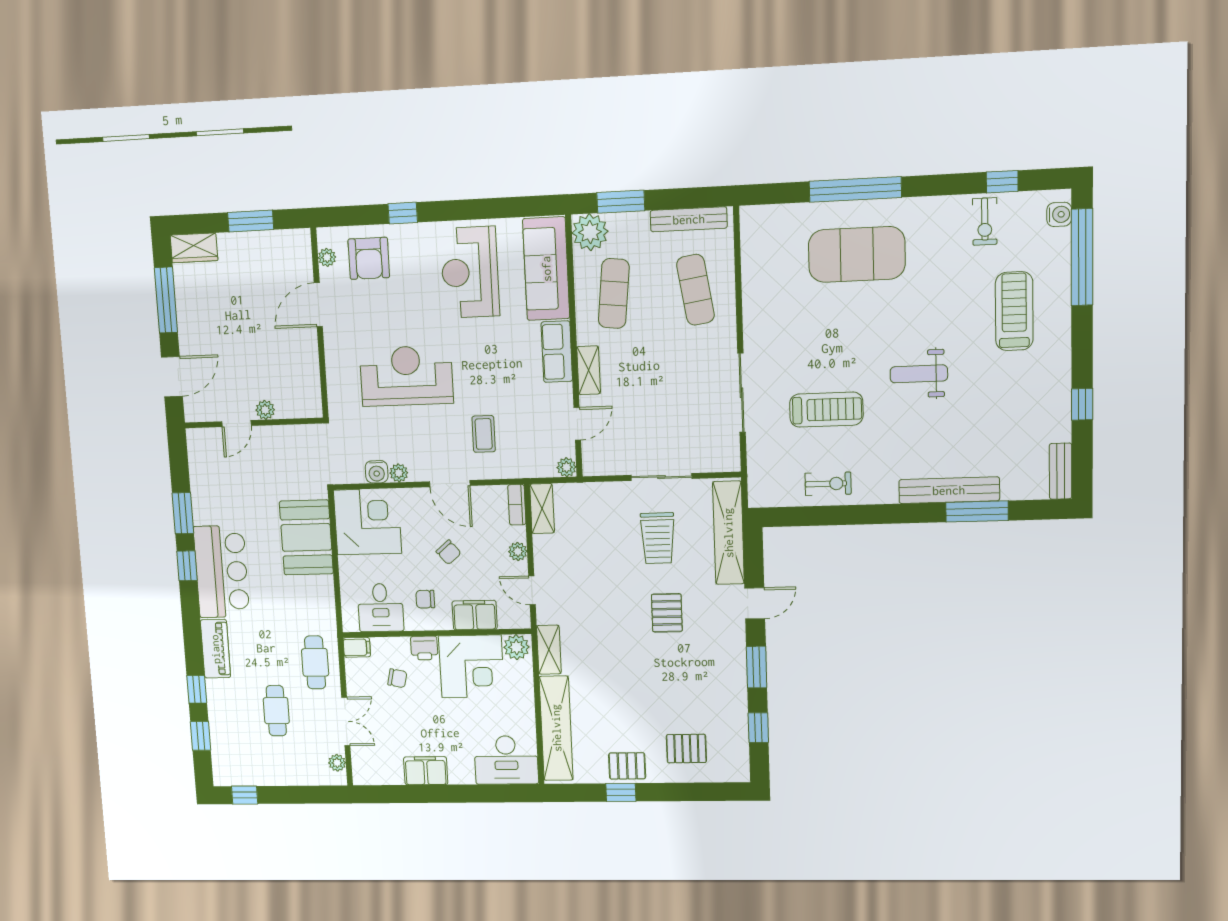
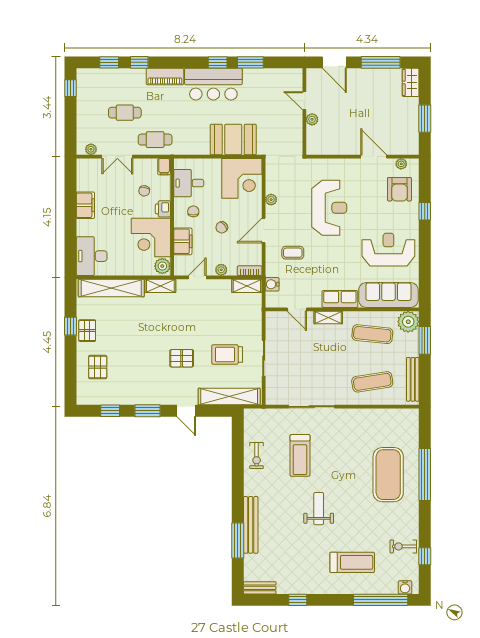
armchair: (369, 258) -> (399, 189), turned -90
plant: (566, 467) -> (271, 302), removed
water cooler: (377, 472) -> (272, 284), moved

